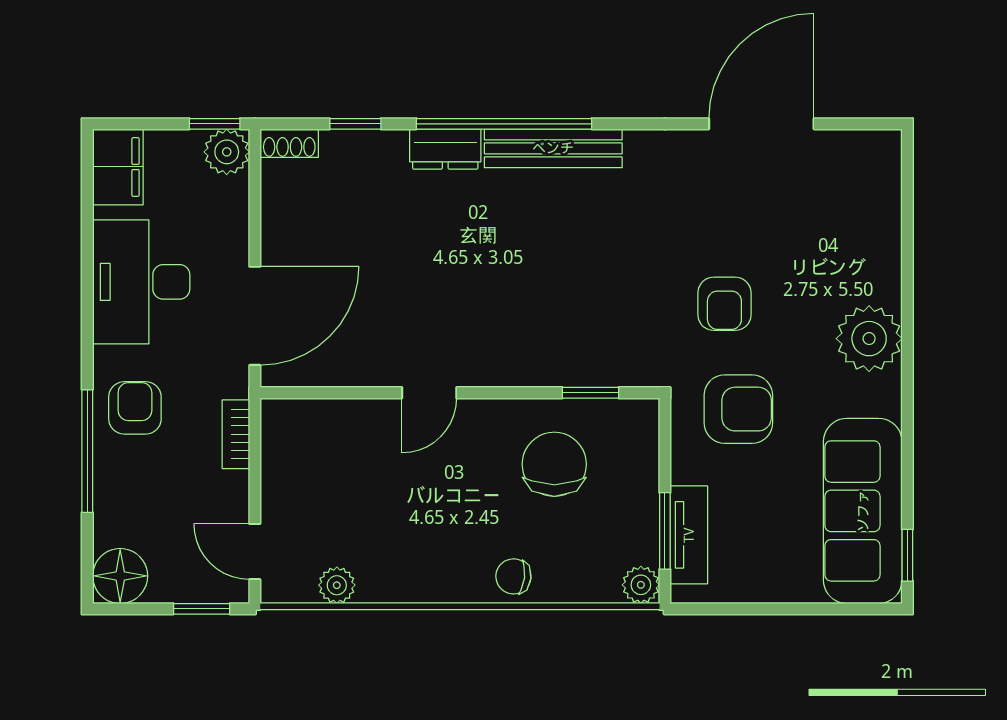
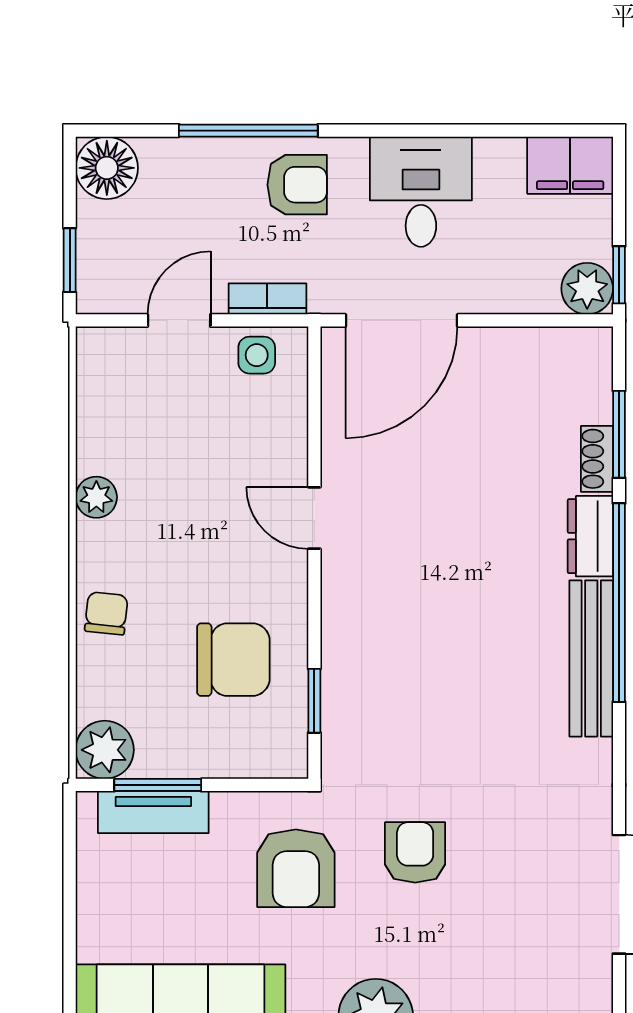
window: (355, 124) -> (619, 434), width x1.50
shoe rack: (289, 143) -> (597, 459), moved
desk: (141, 282) -> (421, 192), width x0.73
armchair: (724, 304) -> (415, 852), turned 90
door: (255, 316) -> (402, 320), hinge flipped
side table: (285, 444) -> (257, 355), added
door: (255, 552) -> (179, 320), moved
plant: (337, 585) -> (96, 497), moved
plant: (641, 585) -> (105, 750), width x1.38, depth x1.38

